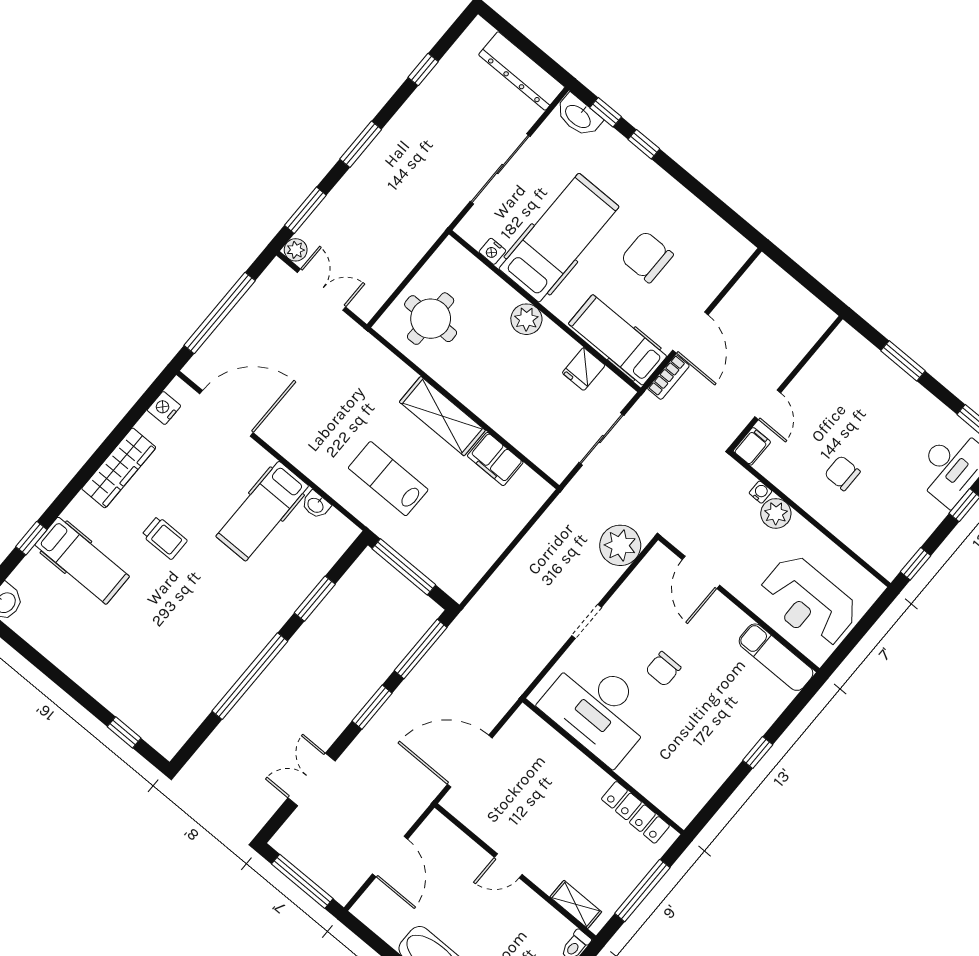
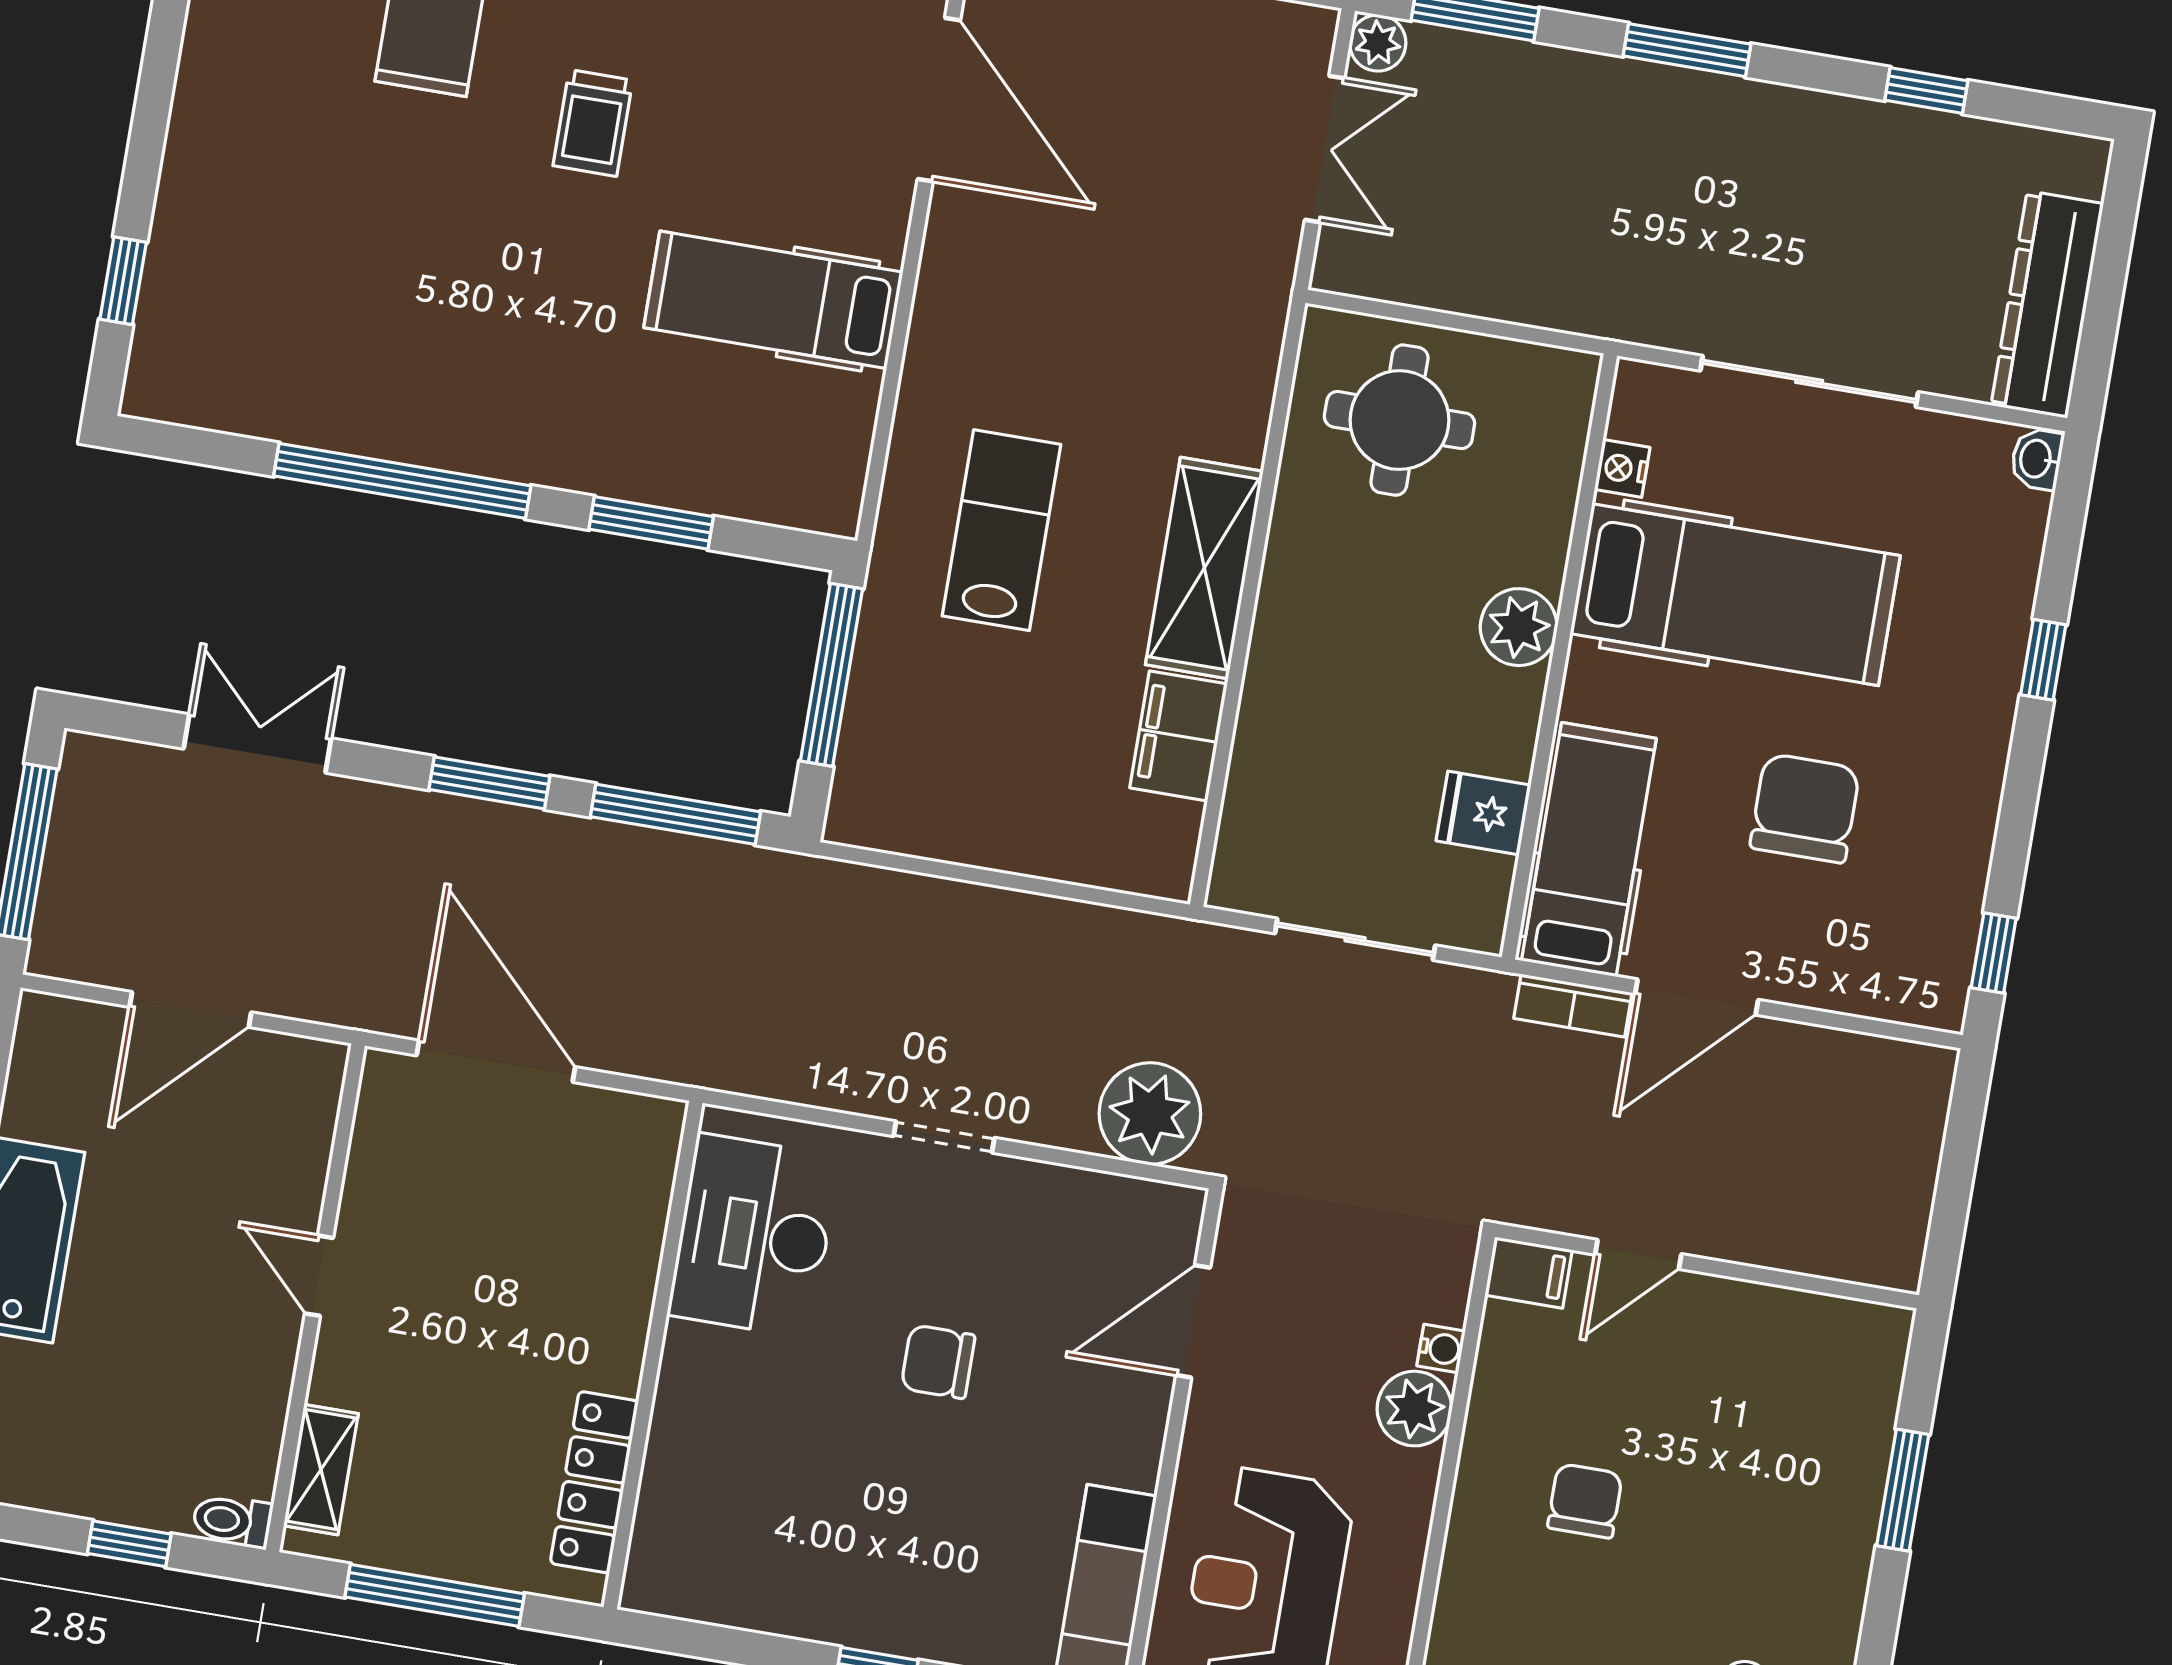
window: (606, 112) -> (1994, 953), moved
washbasin: (578, 116) -> (2037, 459), width x0.52, depth x0.69
washbasin: (316, 505) -> (854, 407), removed
desk: (598, 709) -> (754, 1236), width x0.73, depth x0.77

